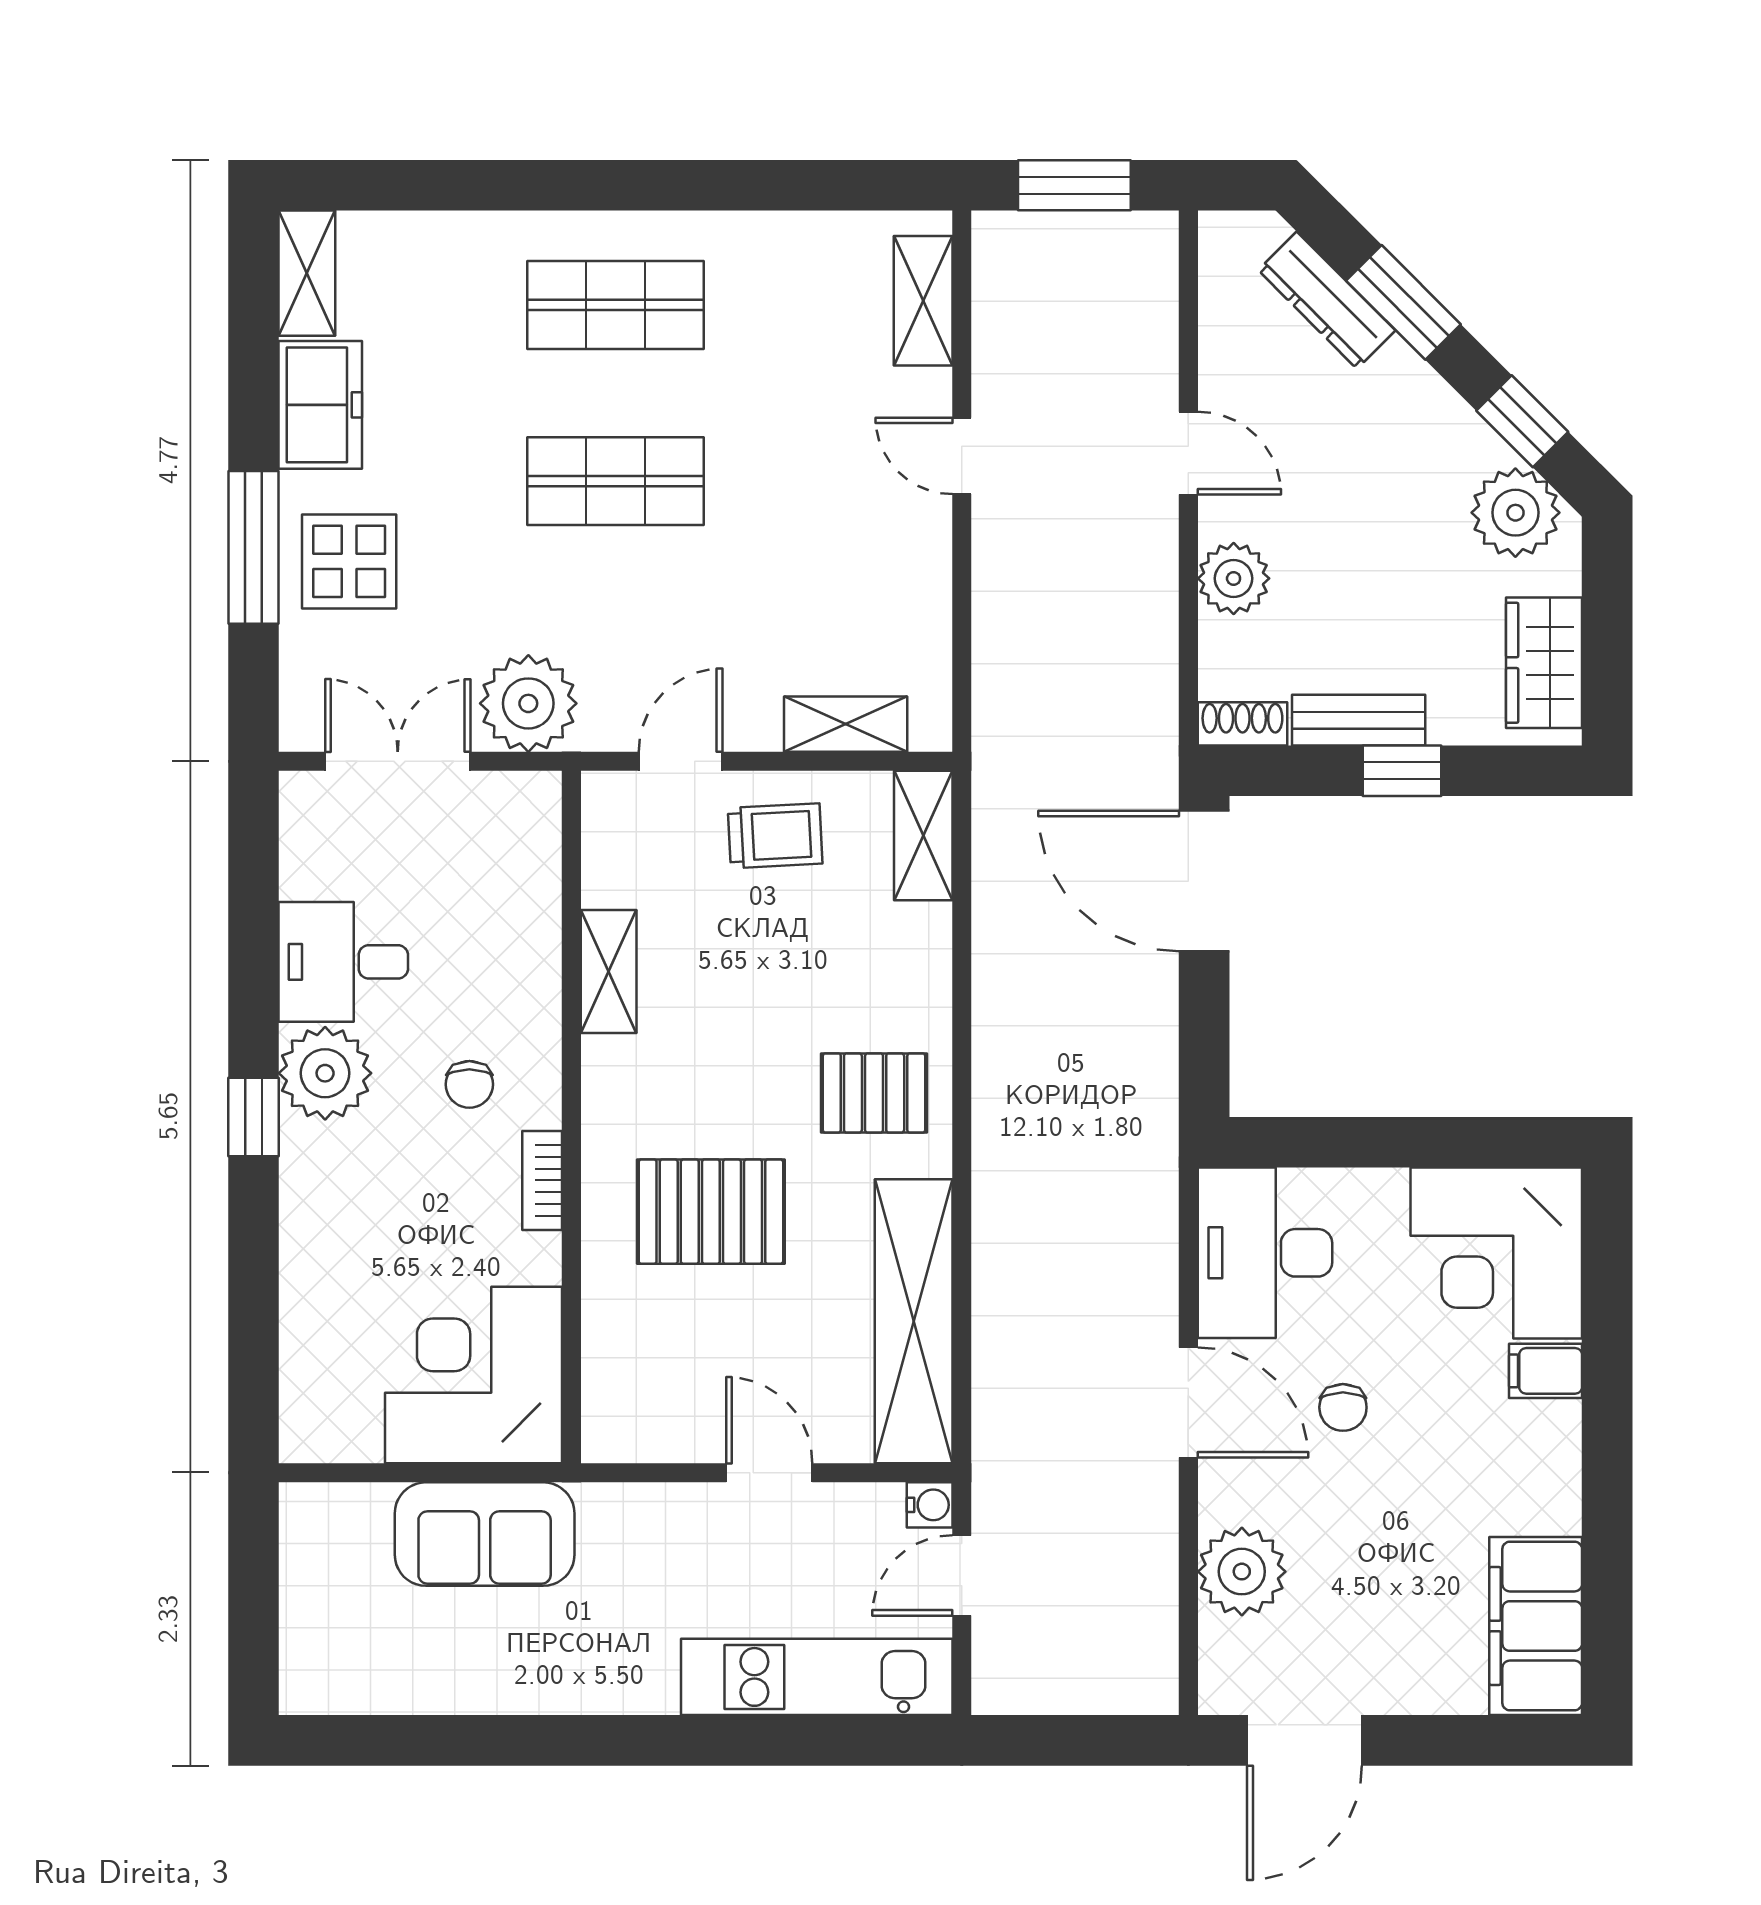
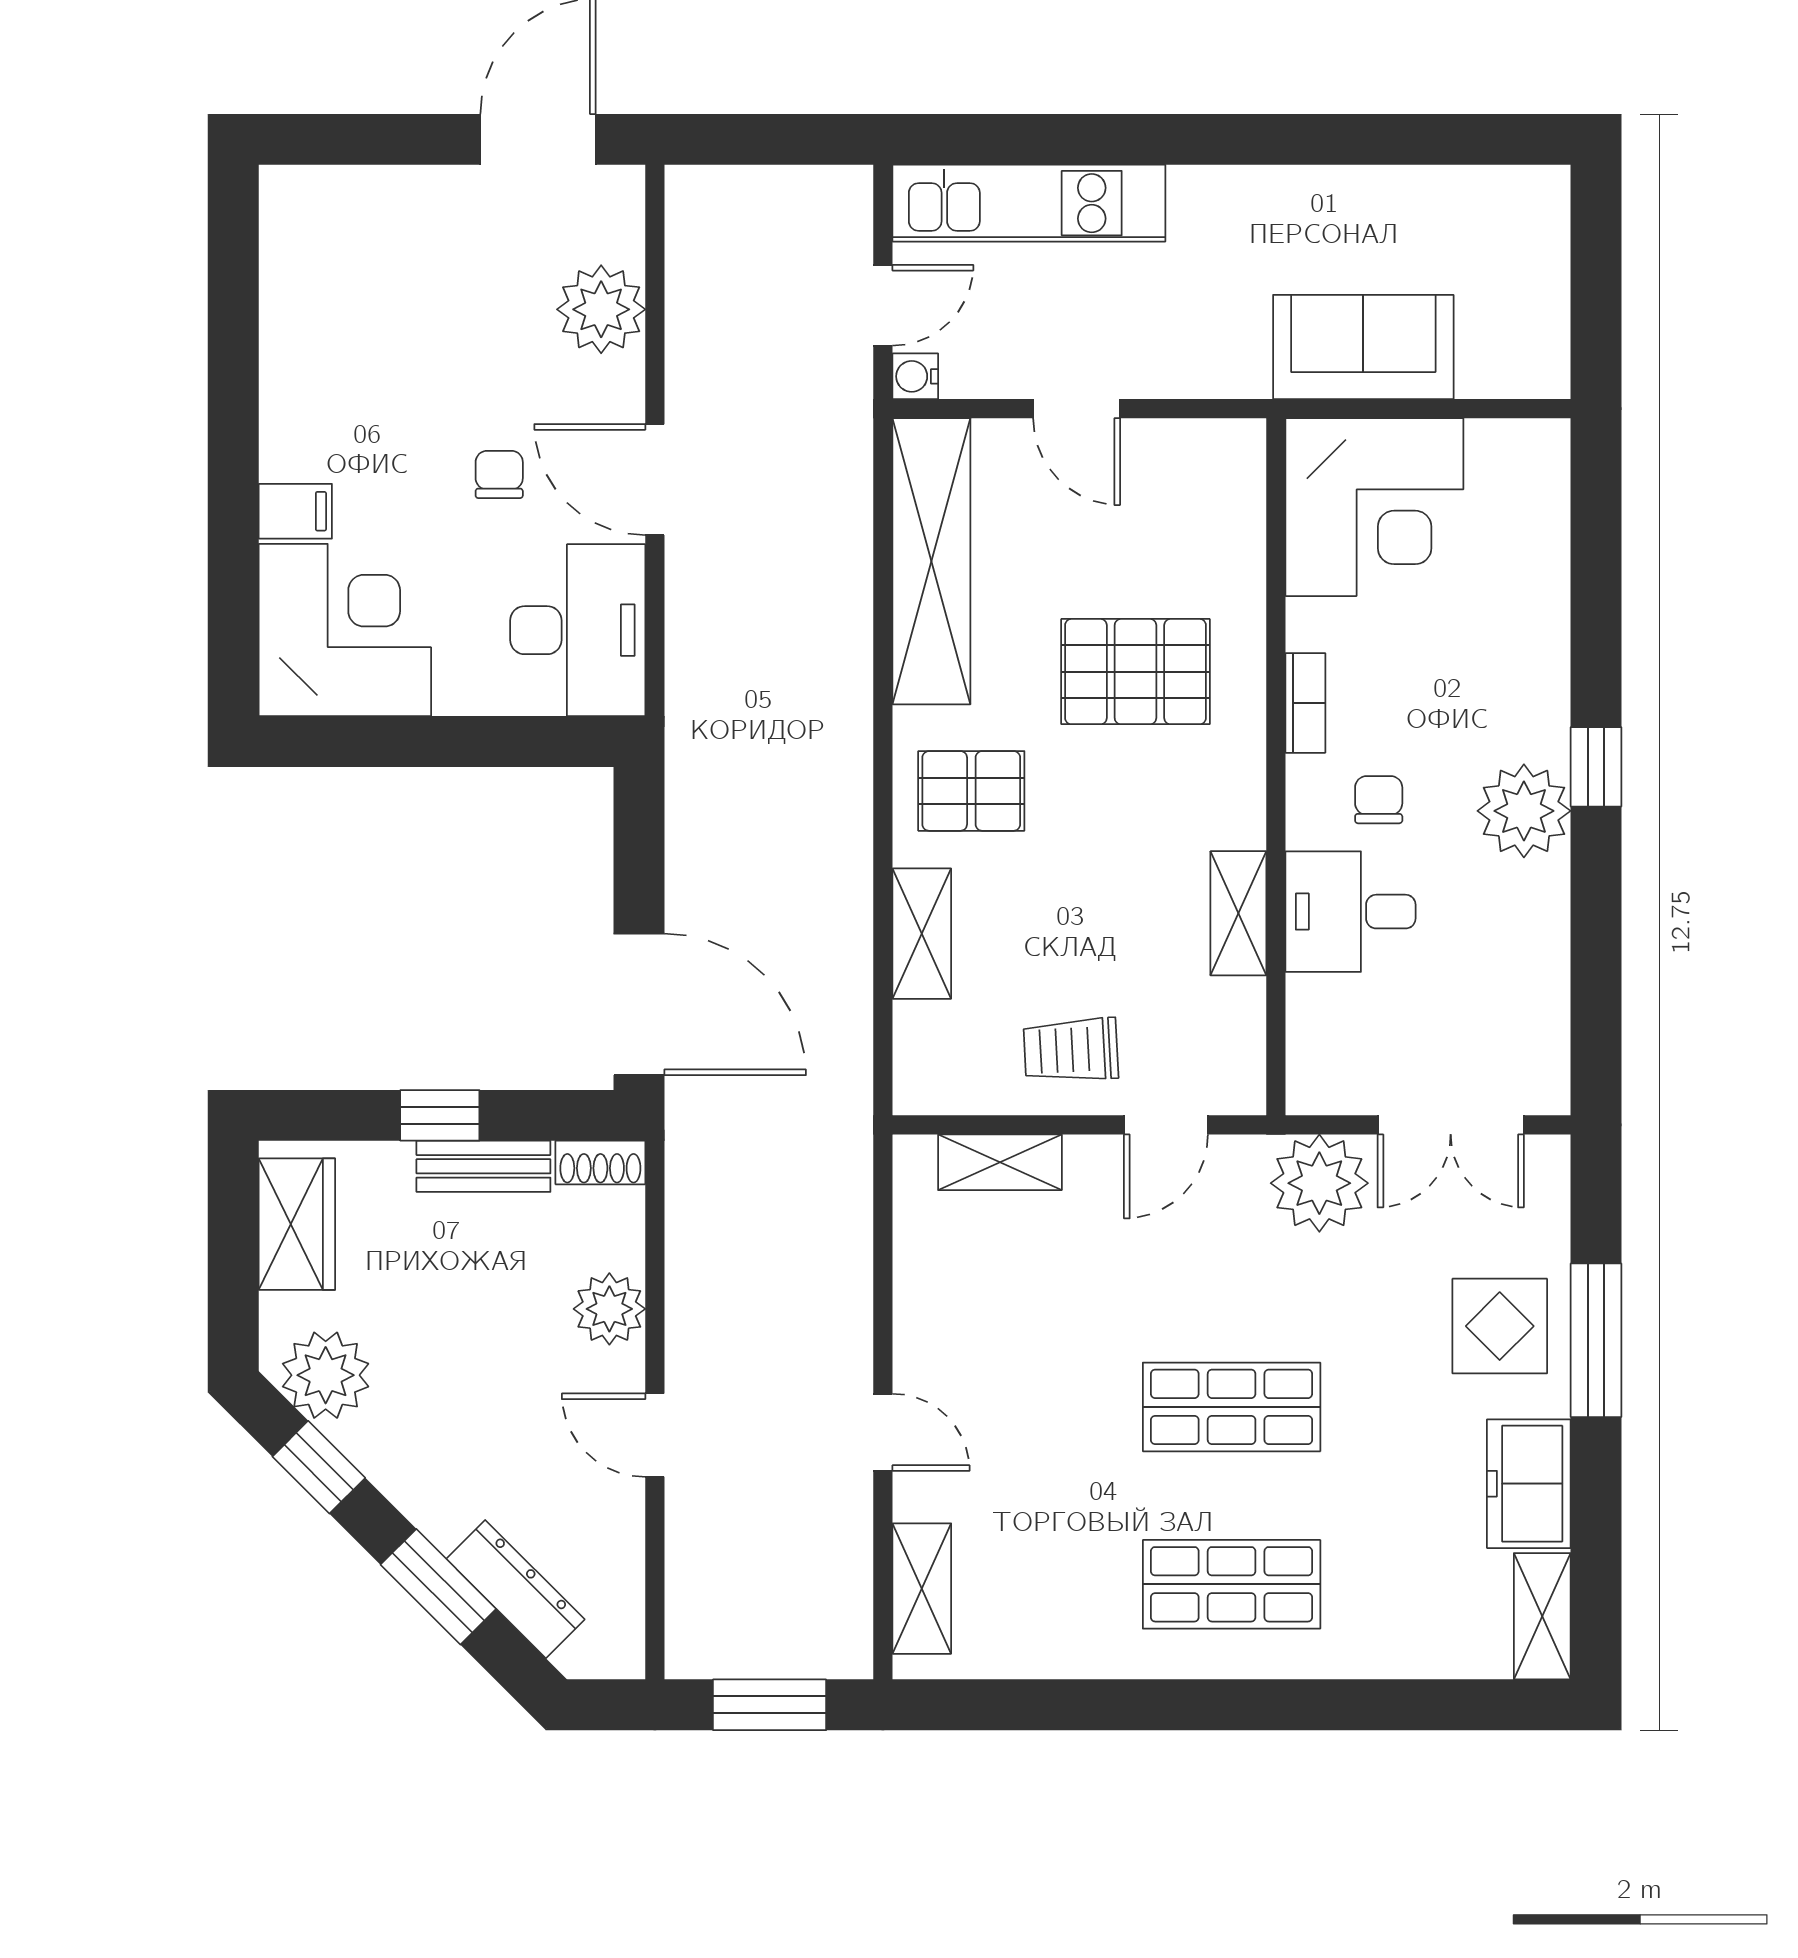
shelving: (923, 836) -> (922, 934), moved
desk: (343, 962) -> (1350, 912), moved, turned 180
filing cabinet: (1536, 1626) -> (305, 254), removed

